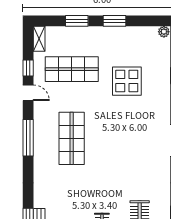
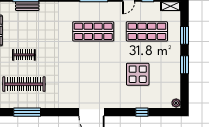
shop shelf: (72, 69) -> (147, 31), turned 90

